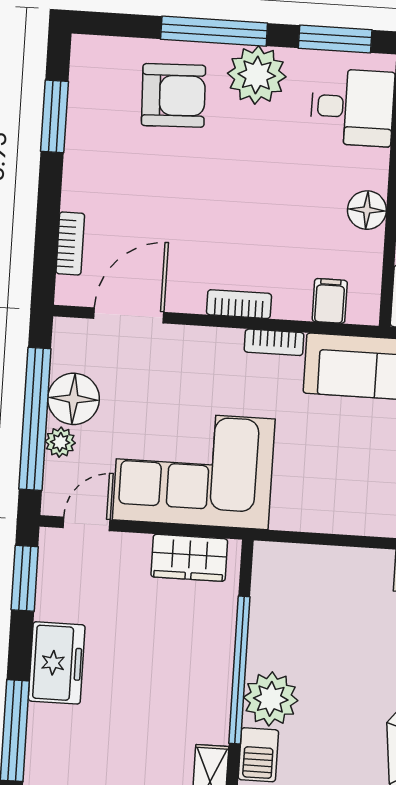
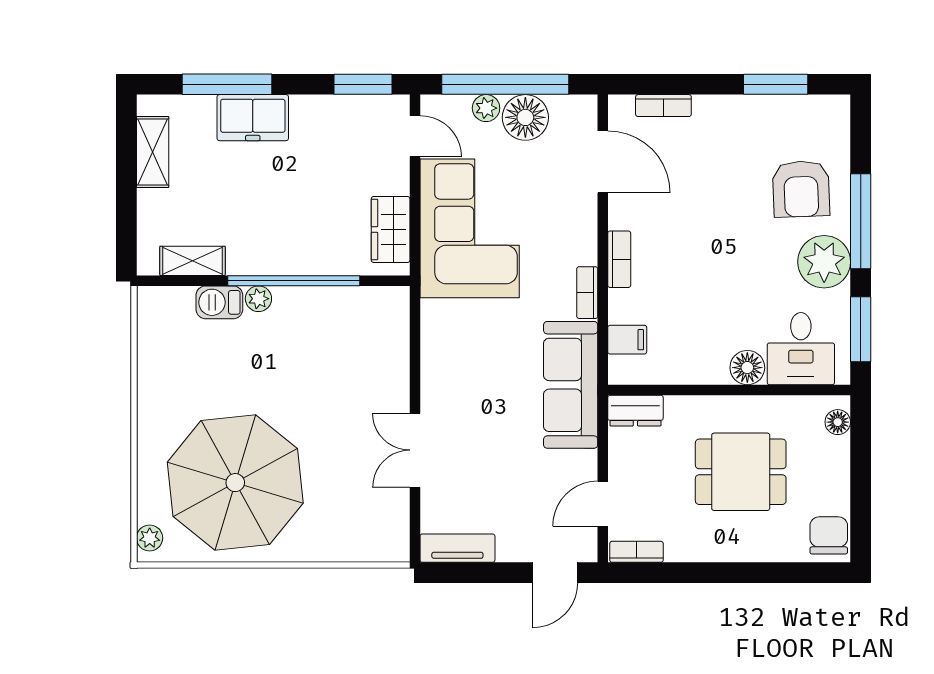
floor lamp: (367, 210) -> (747, 368), moved
freezer: (57, 663) -> (253, 118), moved
plant: (271, 699) -> (258, 299), width x0.53, depth x0.53

